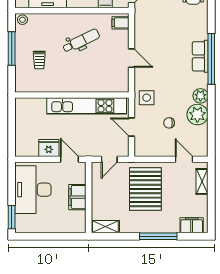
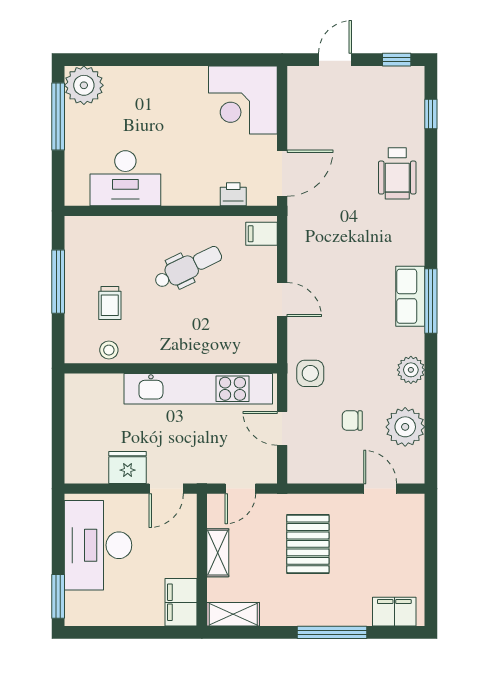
stool: (22, 20) -> (109, 350), moved
window: (211, 59) -> (431, 301), width x0.68
plant: (197, 115) -> (405, 427), moved
door: (69, 159) -> (166, 489), swing flipped
shelving: (202, 181) -> (218, 553), moved
pallet: (145, 189) -> (308, 544), width x0.73, depth x0.71
filing cabinet: (77, 197) -> (181, 602), moved

